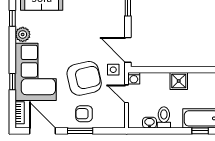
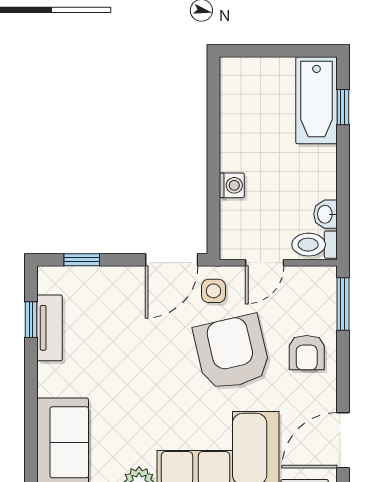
washing machine: (134, 78) -> (232, 185), moved
shower: (179, 81) -> (237, 152), removed
toilet: (164, 117) -> (314, 245), moved
window: (80, 131) -> (343, 304), moved

